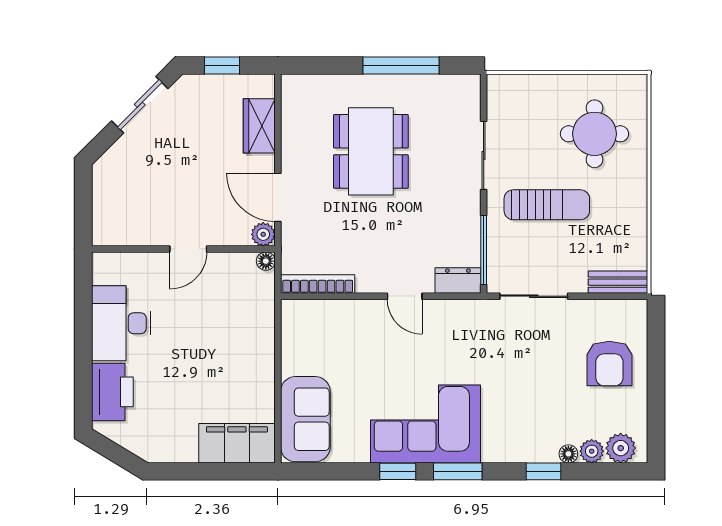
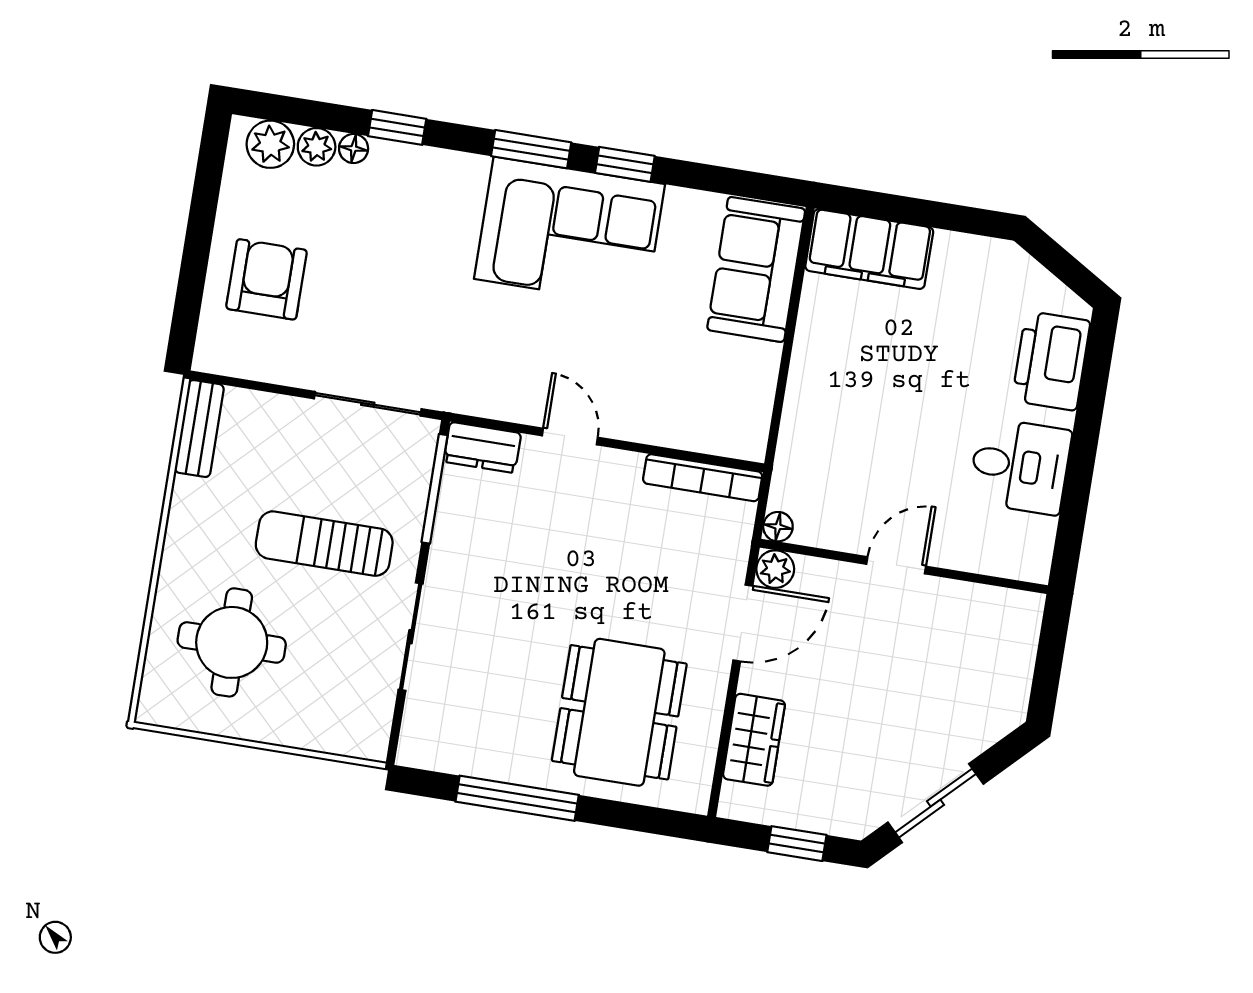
dining table: (371, 151) -> (619, 712), moved
door: (278, 197) -> (743, 623), hinge flipped
bench: (618, 282) -> (199, 429), moved, turned 90
desk: (121, 323) -> (1020, 466), width x0.73

